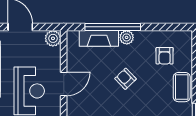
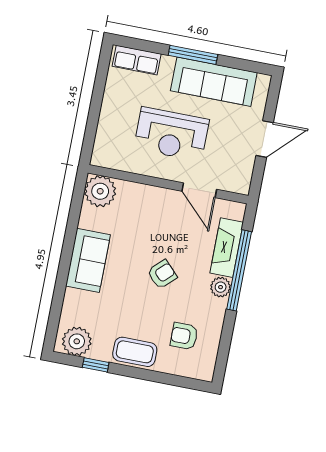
plant: (53, 38) -> (239, 182), removed
door: (64, 84) -> (199, 190), moved

